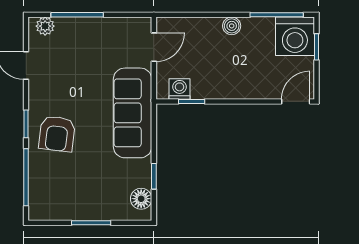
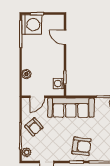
boiler: (232, 26) -> (26, 74), moved
armchair: (95, 41) -> (34, 127), added
door: (154, 47) -> (37, 97), swing flipped
door: (296, 101) -> (65, 37), moved

